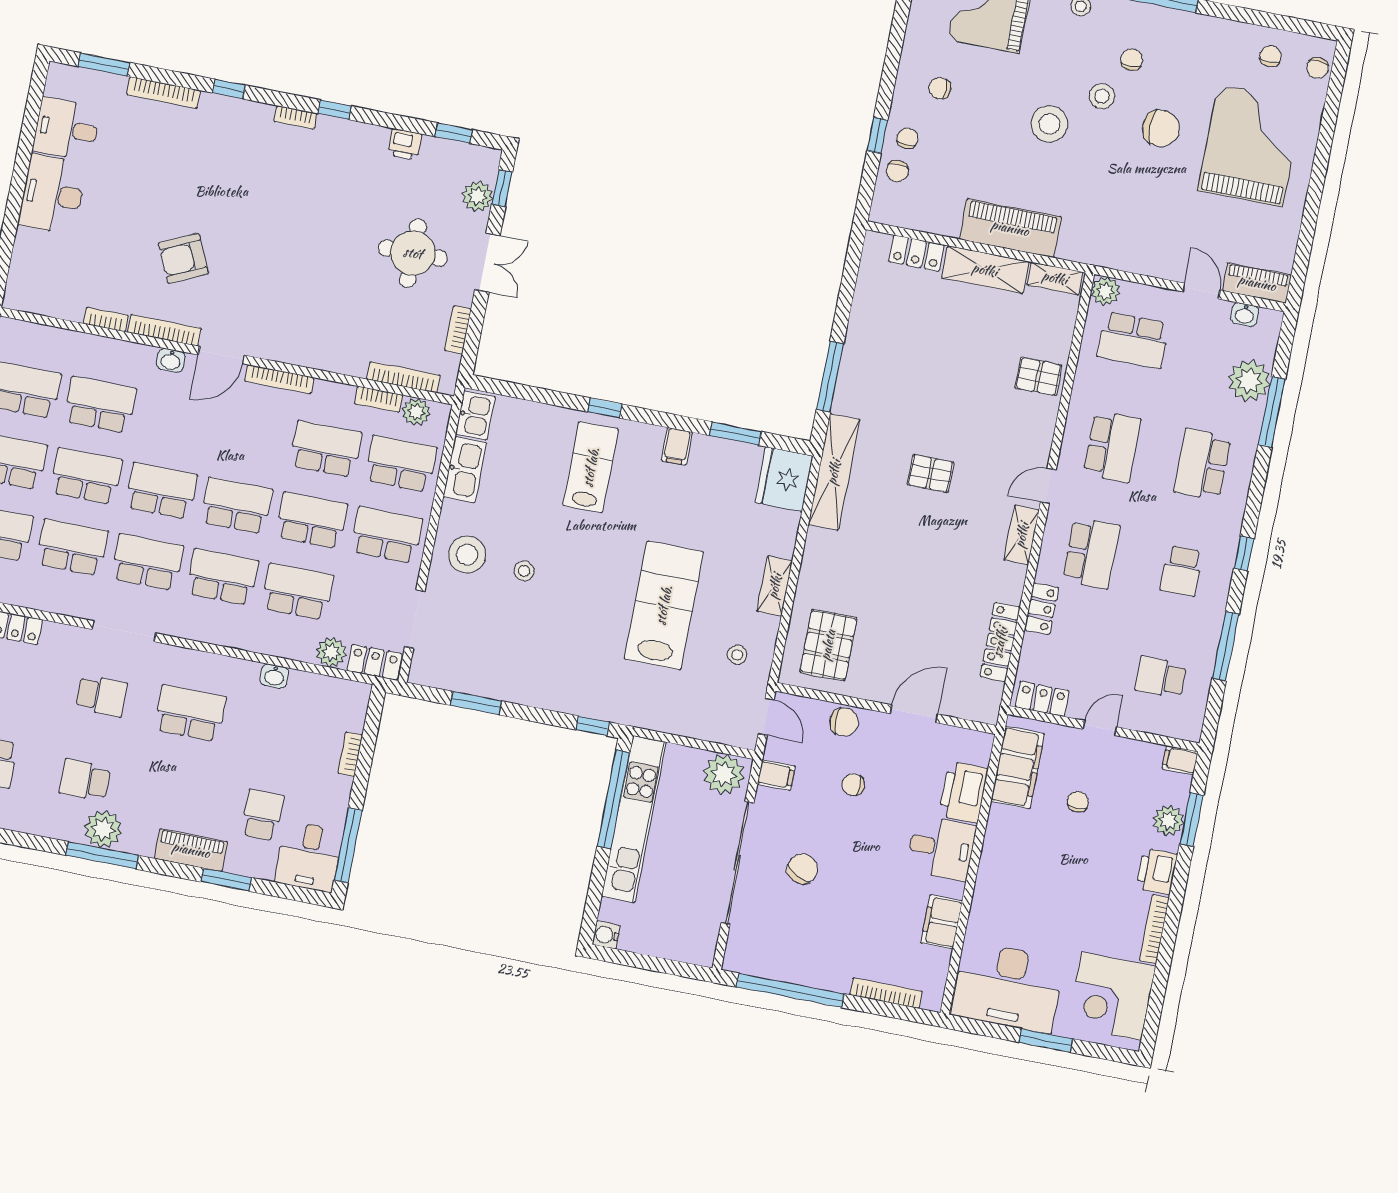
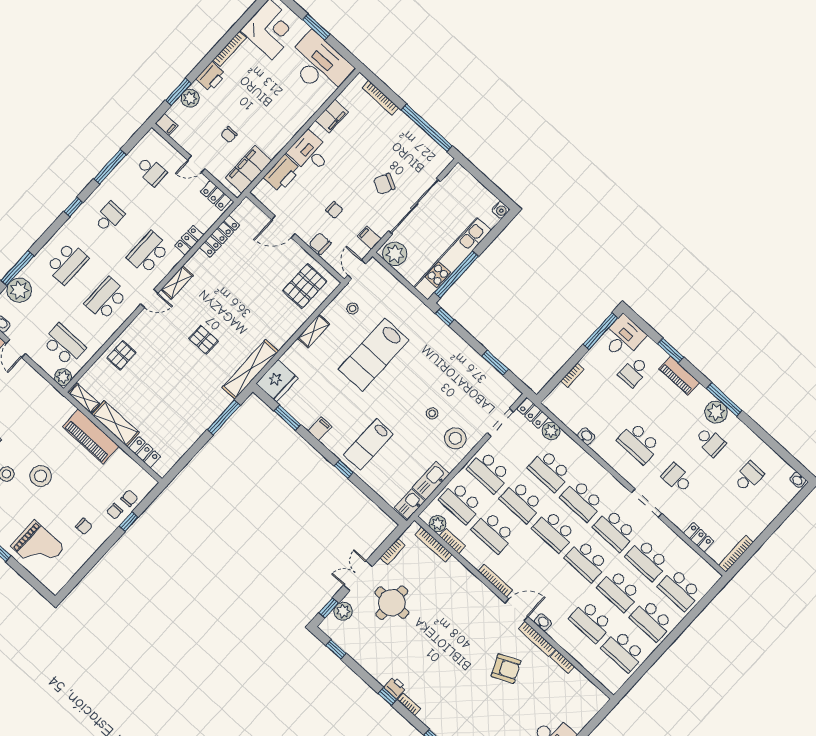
printer: (405, 144) -> (395, 688), moved
pallet: (1038, 376) -> (121, 355), turned 90

